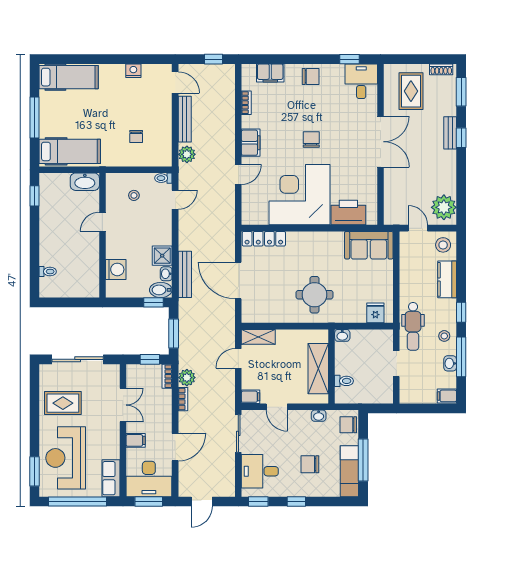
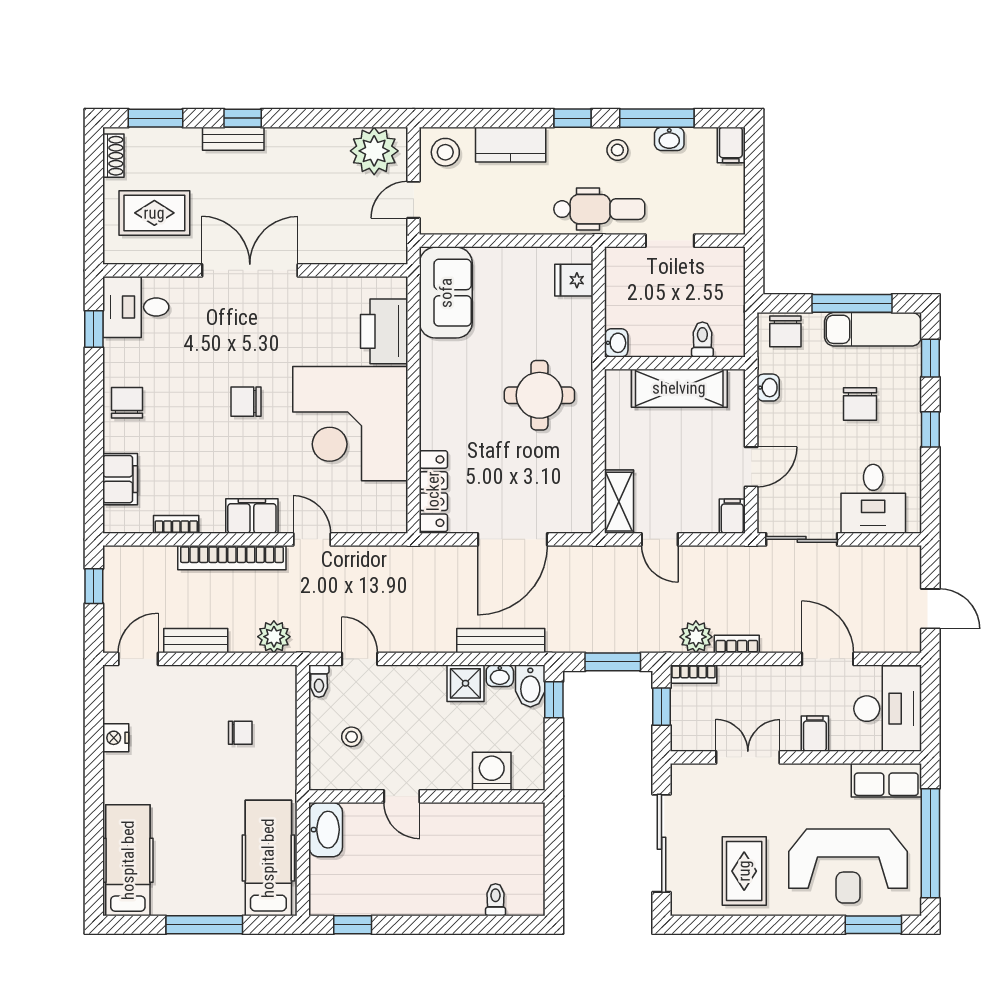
bench: (185, 119) -> (196, 641), width x0.73
bookcase: (229, 132) -> (232, 558), added
window: (149, 502) -> (930, 709), removed
window: (258, 502) -> (930, 358), moved

